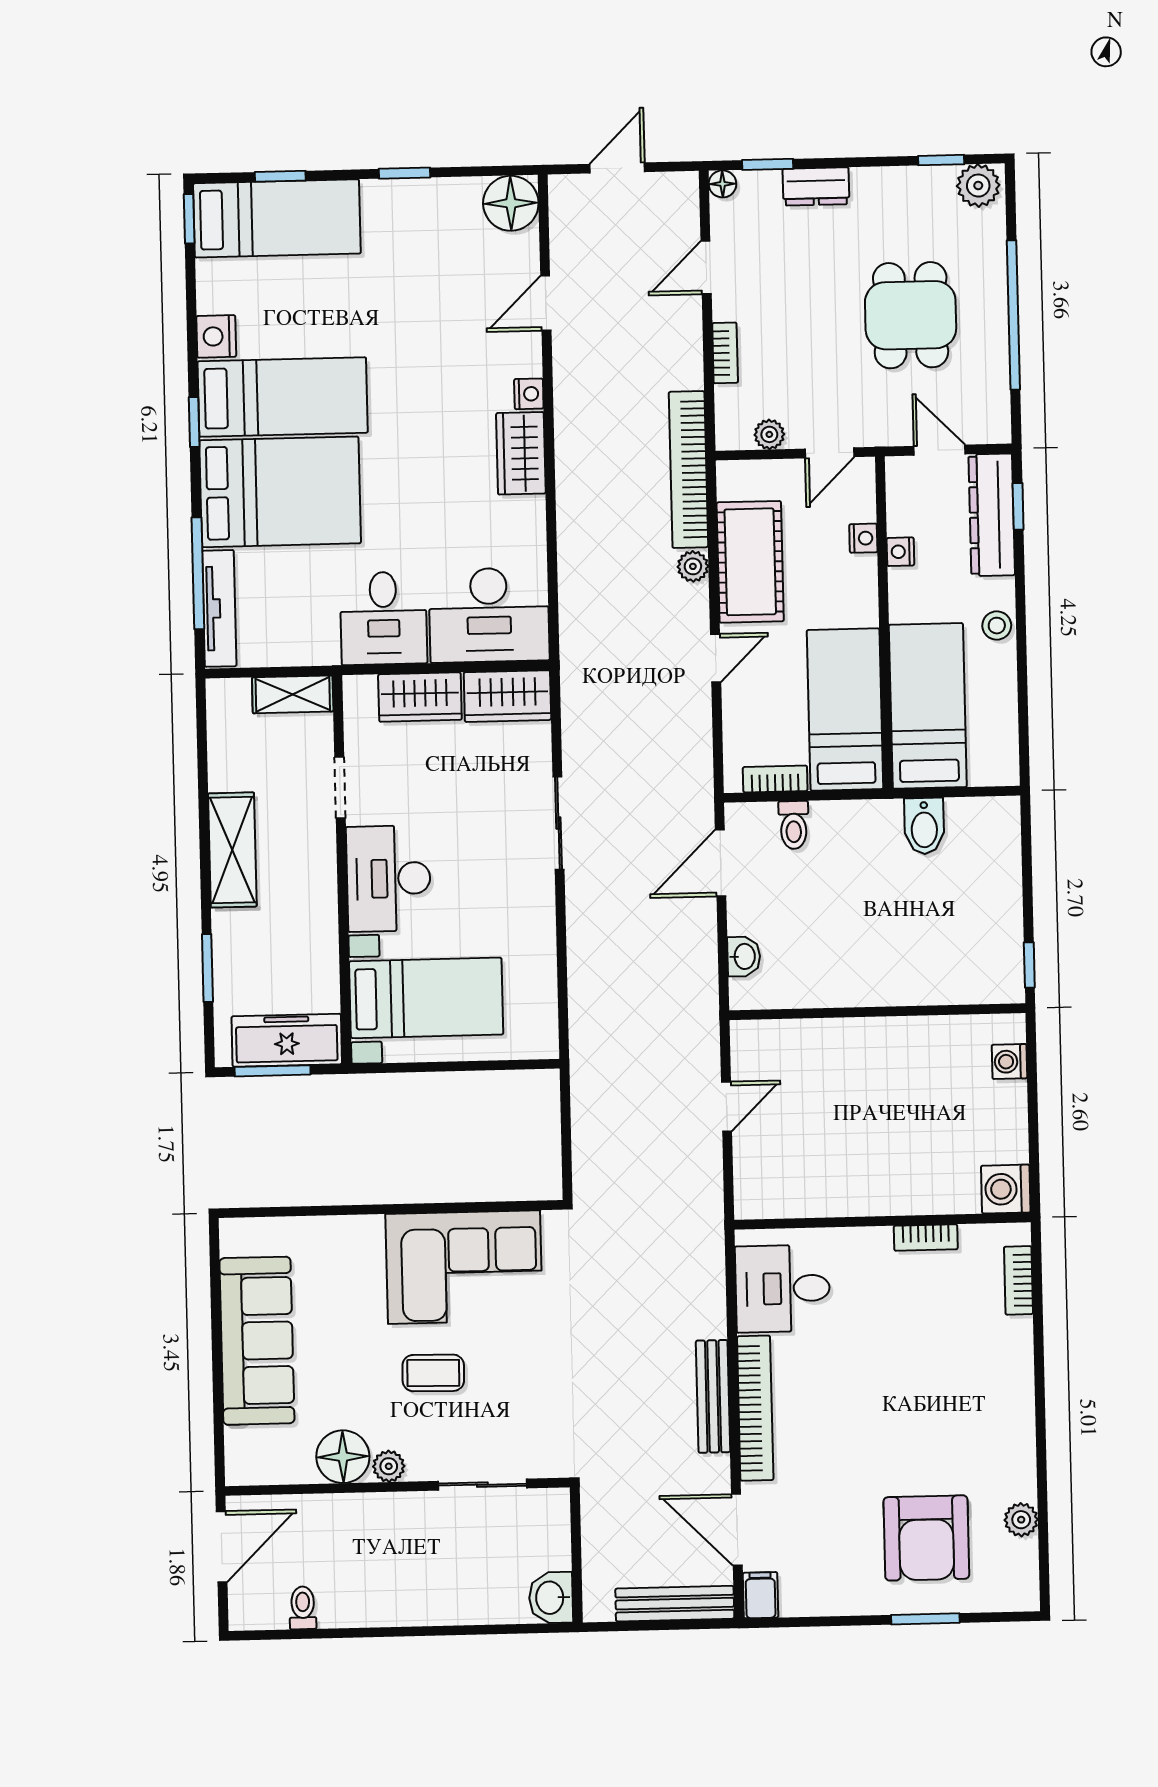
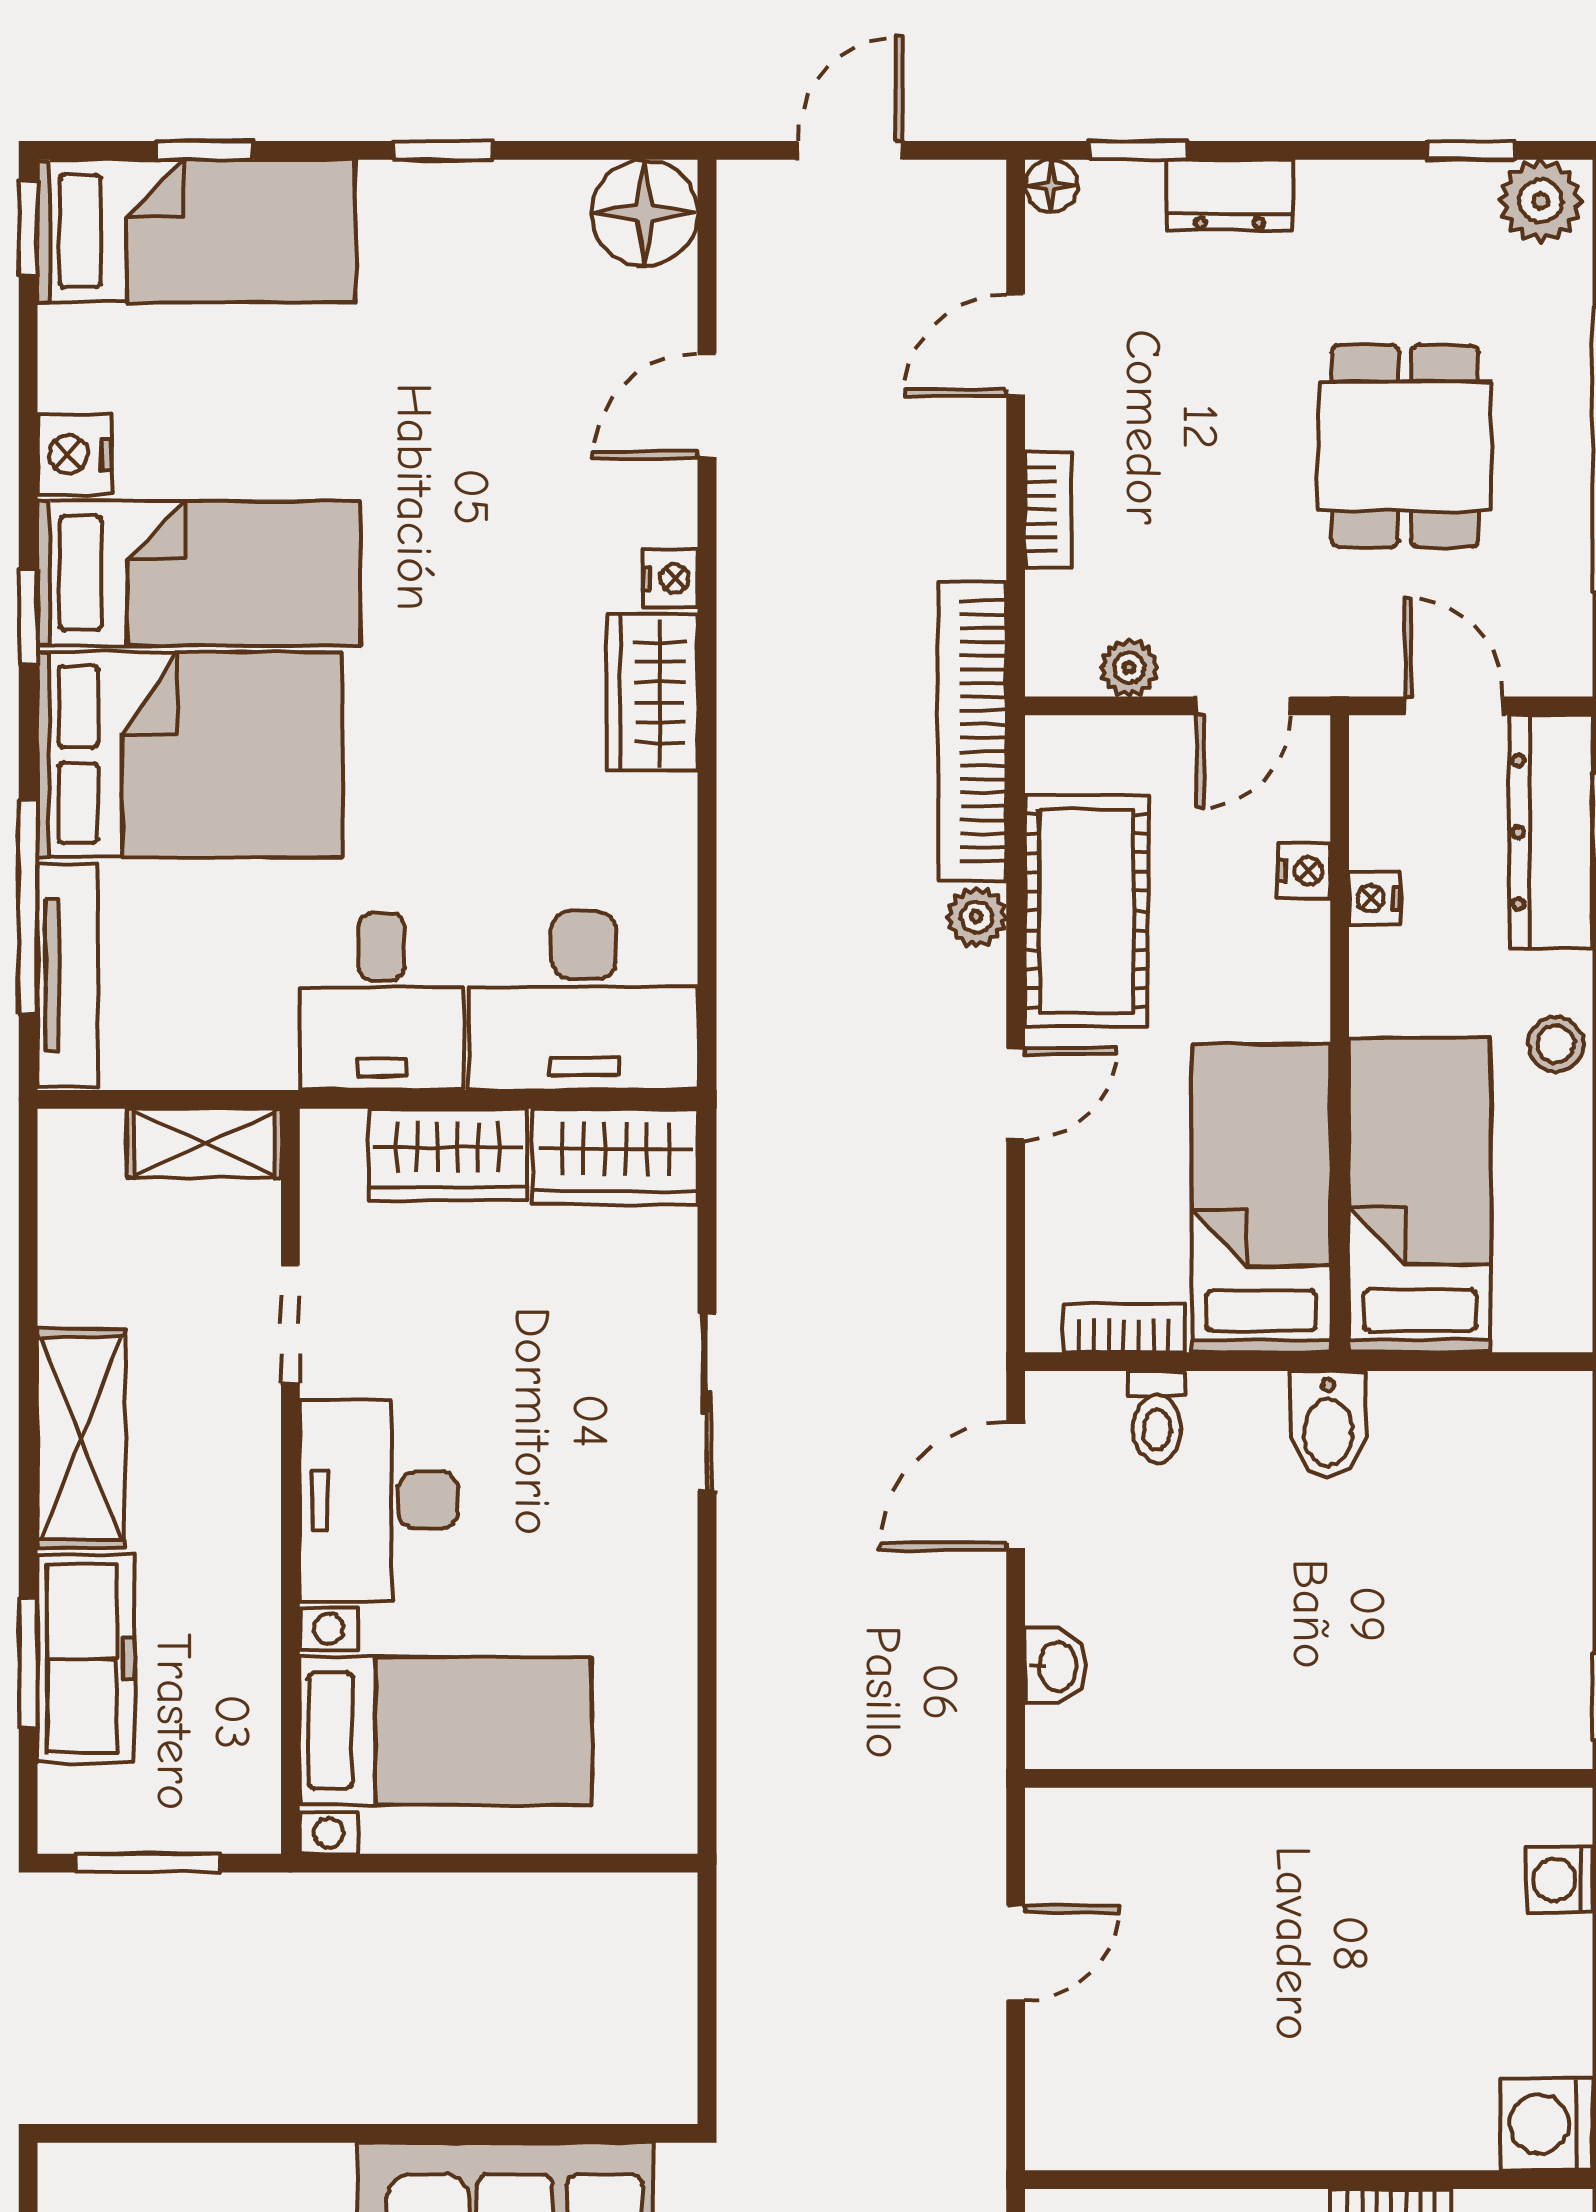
bidet: (924, 826) -> (1328, 1425), moved
freezer: (287, 1040) -> (86, 1659), moved, turned 90

